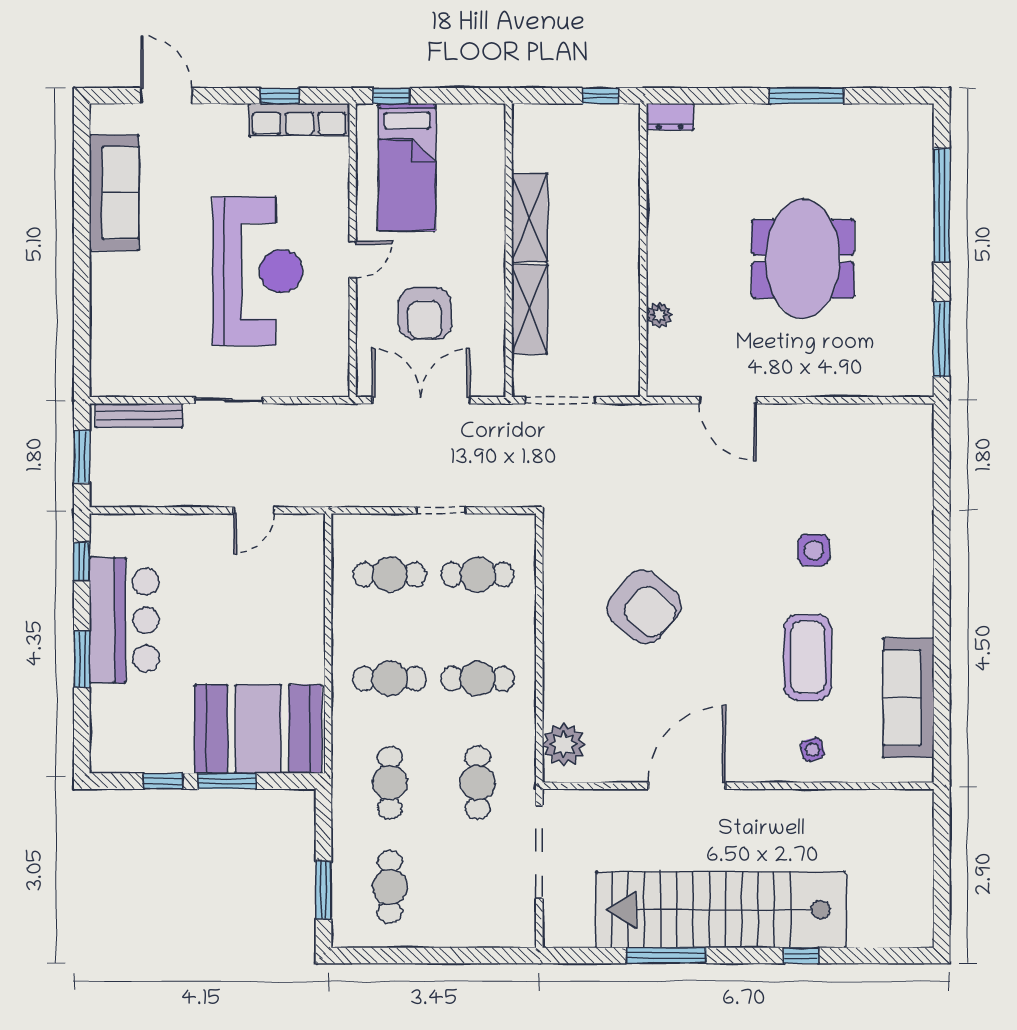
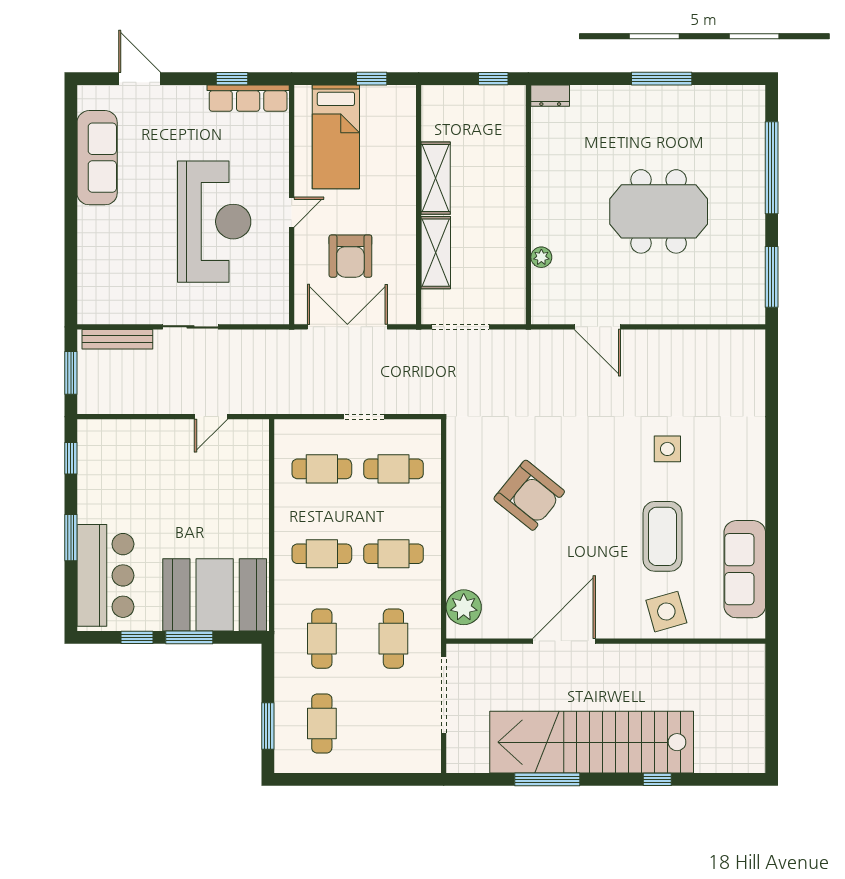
window: (391, 96) -> (372, 79), moved
meeting table: (803, 259) -> (659, 211), turned 90
bar counter: (124, 620) -> (105, 575), moved
side table: (812, 750) -> (666, 612), width x1.87, depth x1.87

